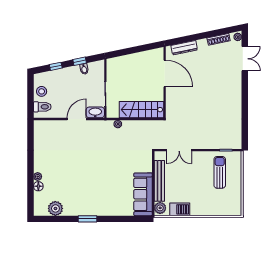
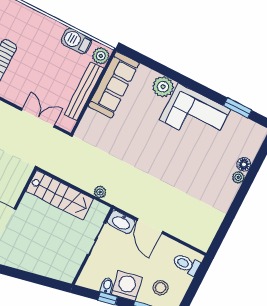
washing machine: (72, 75) -> (127, 286), added
stool: (42, 91) -> (160, 288), moved
door: (77, 119) -> (150, 226), hinge flipped
corner sofa: (84, 201) -> (195, 115), added
plant: (55, 208) -> (163, 87), moved
window: (87, 219) -> (238, 108), moved

